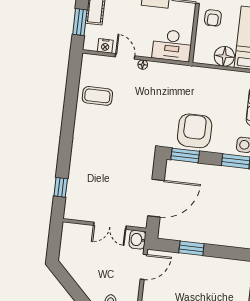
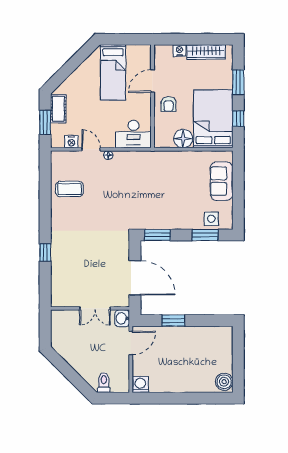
armchair: (195, 131) -> (164, 211), removed
window: (61, 187) -> (45, 252), moved
door: (156, 198) -> (135, 278), hinge flipped

